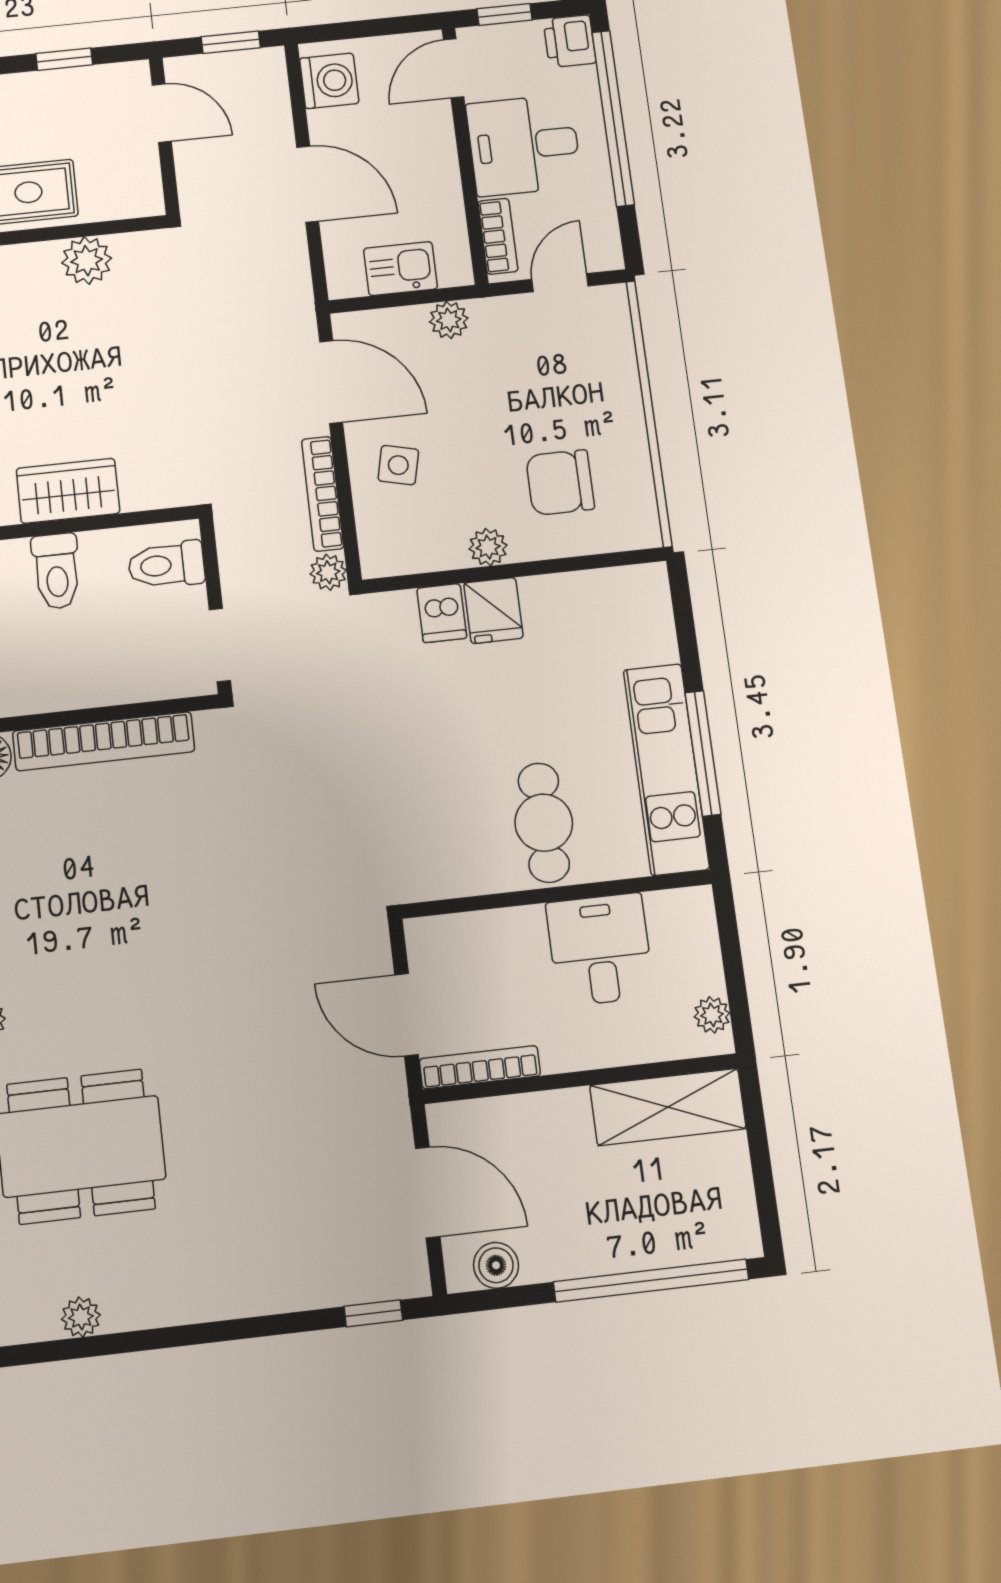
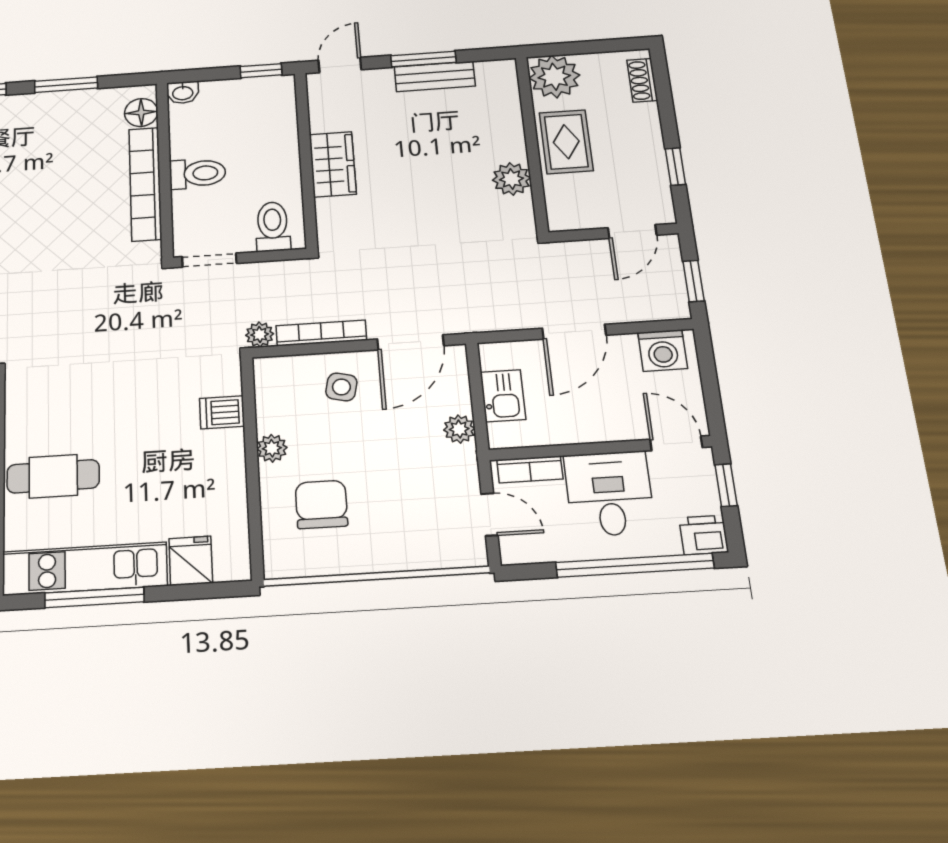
toilet: (56, 571) -> (198, 173), moved, turned 180
fridge: (493, 611) -> (191, 561), moved, turned 90

